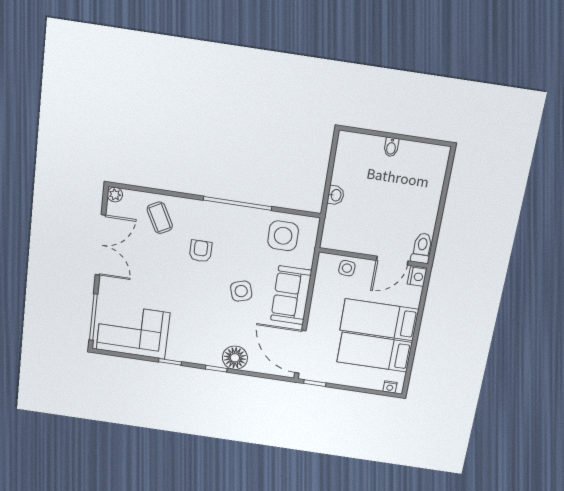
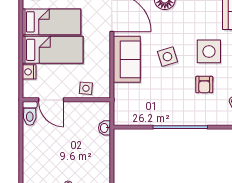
washbasin: (336, 195) -> (105, 128), moved
side table: (283, 236) -> (209, 51), moved
door: (392, 261) -> (51, 100), swing flipped
nightstand: (417, 277) -> (29, 72), moved

